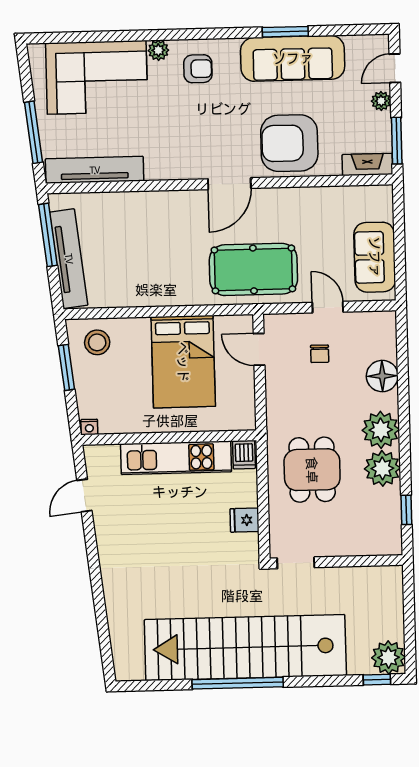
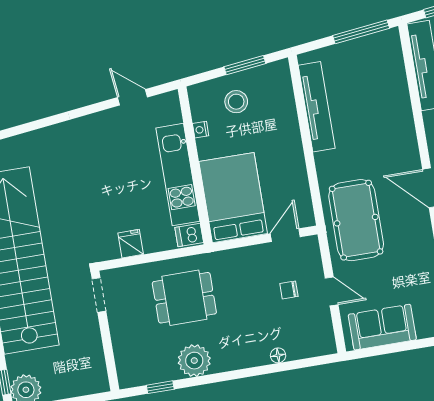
tv unit: (69, 259) -> (317, 107), moved, turned -84
door: (328, 307) -> (332, 291), hinge flipped
stool: (97, 342) -> (236, 102), moved
bed: (183, 362) -> (233, 198), moved, turned 90
floor lamp: (382, 376) -> (278, 355), width x0.53, depth x0.53
nightstand: (89, 427) -> (201, 130), moved
plant: (381, 430) -> (229, 354), removed

